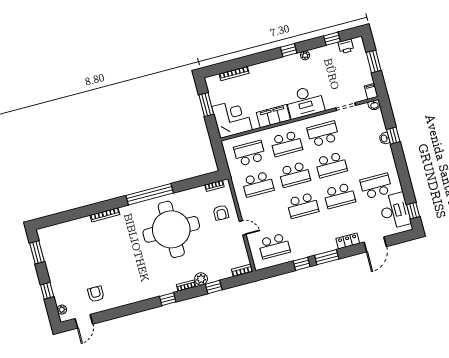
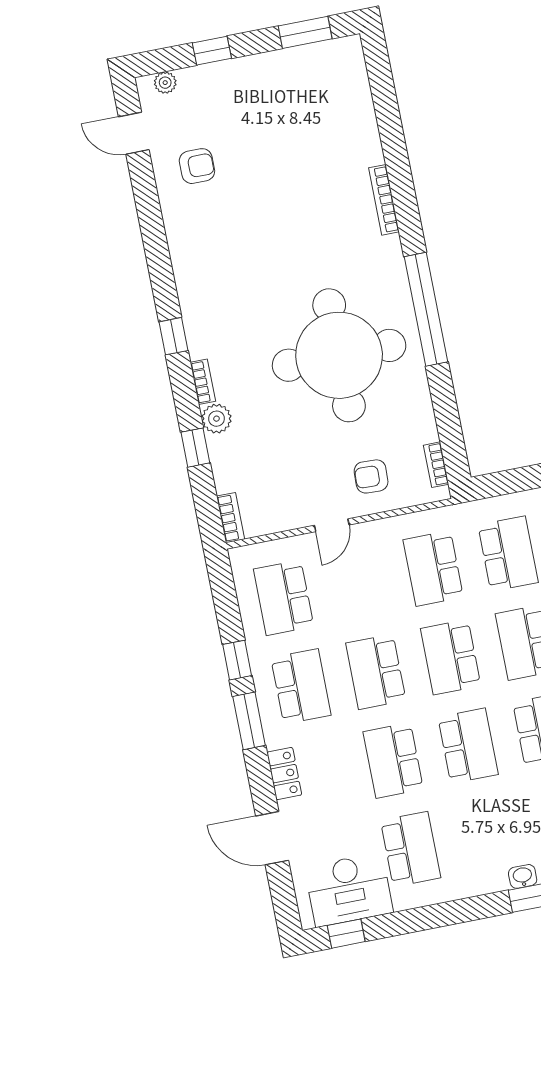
school desk: (331, 165) -> (468, 746), turned 180
school desk: (311, 236) -> (301, 686), added

